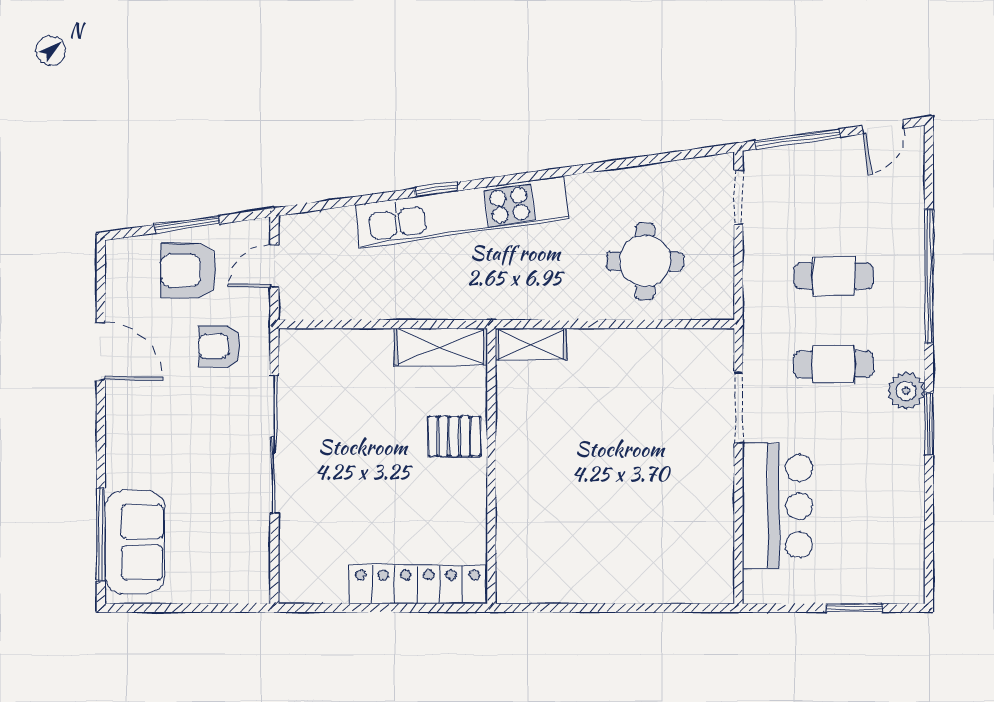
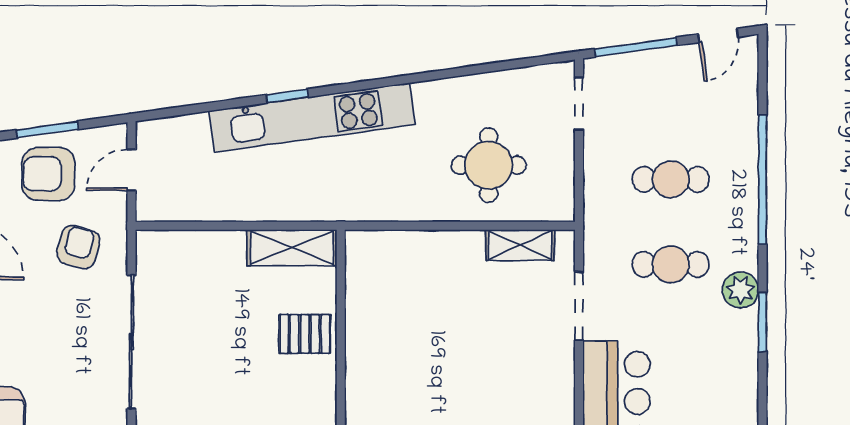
shelving: (531, 344) -> (520, 245), moved
armchair: (219, 346) -> (78, 247), turned 105

